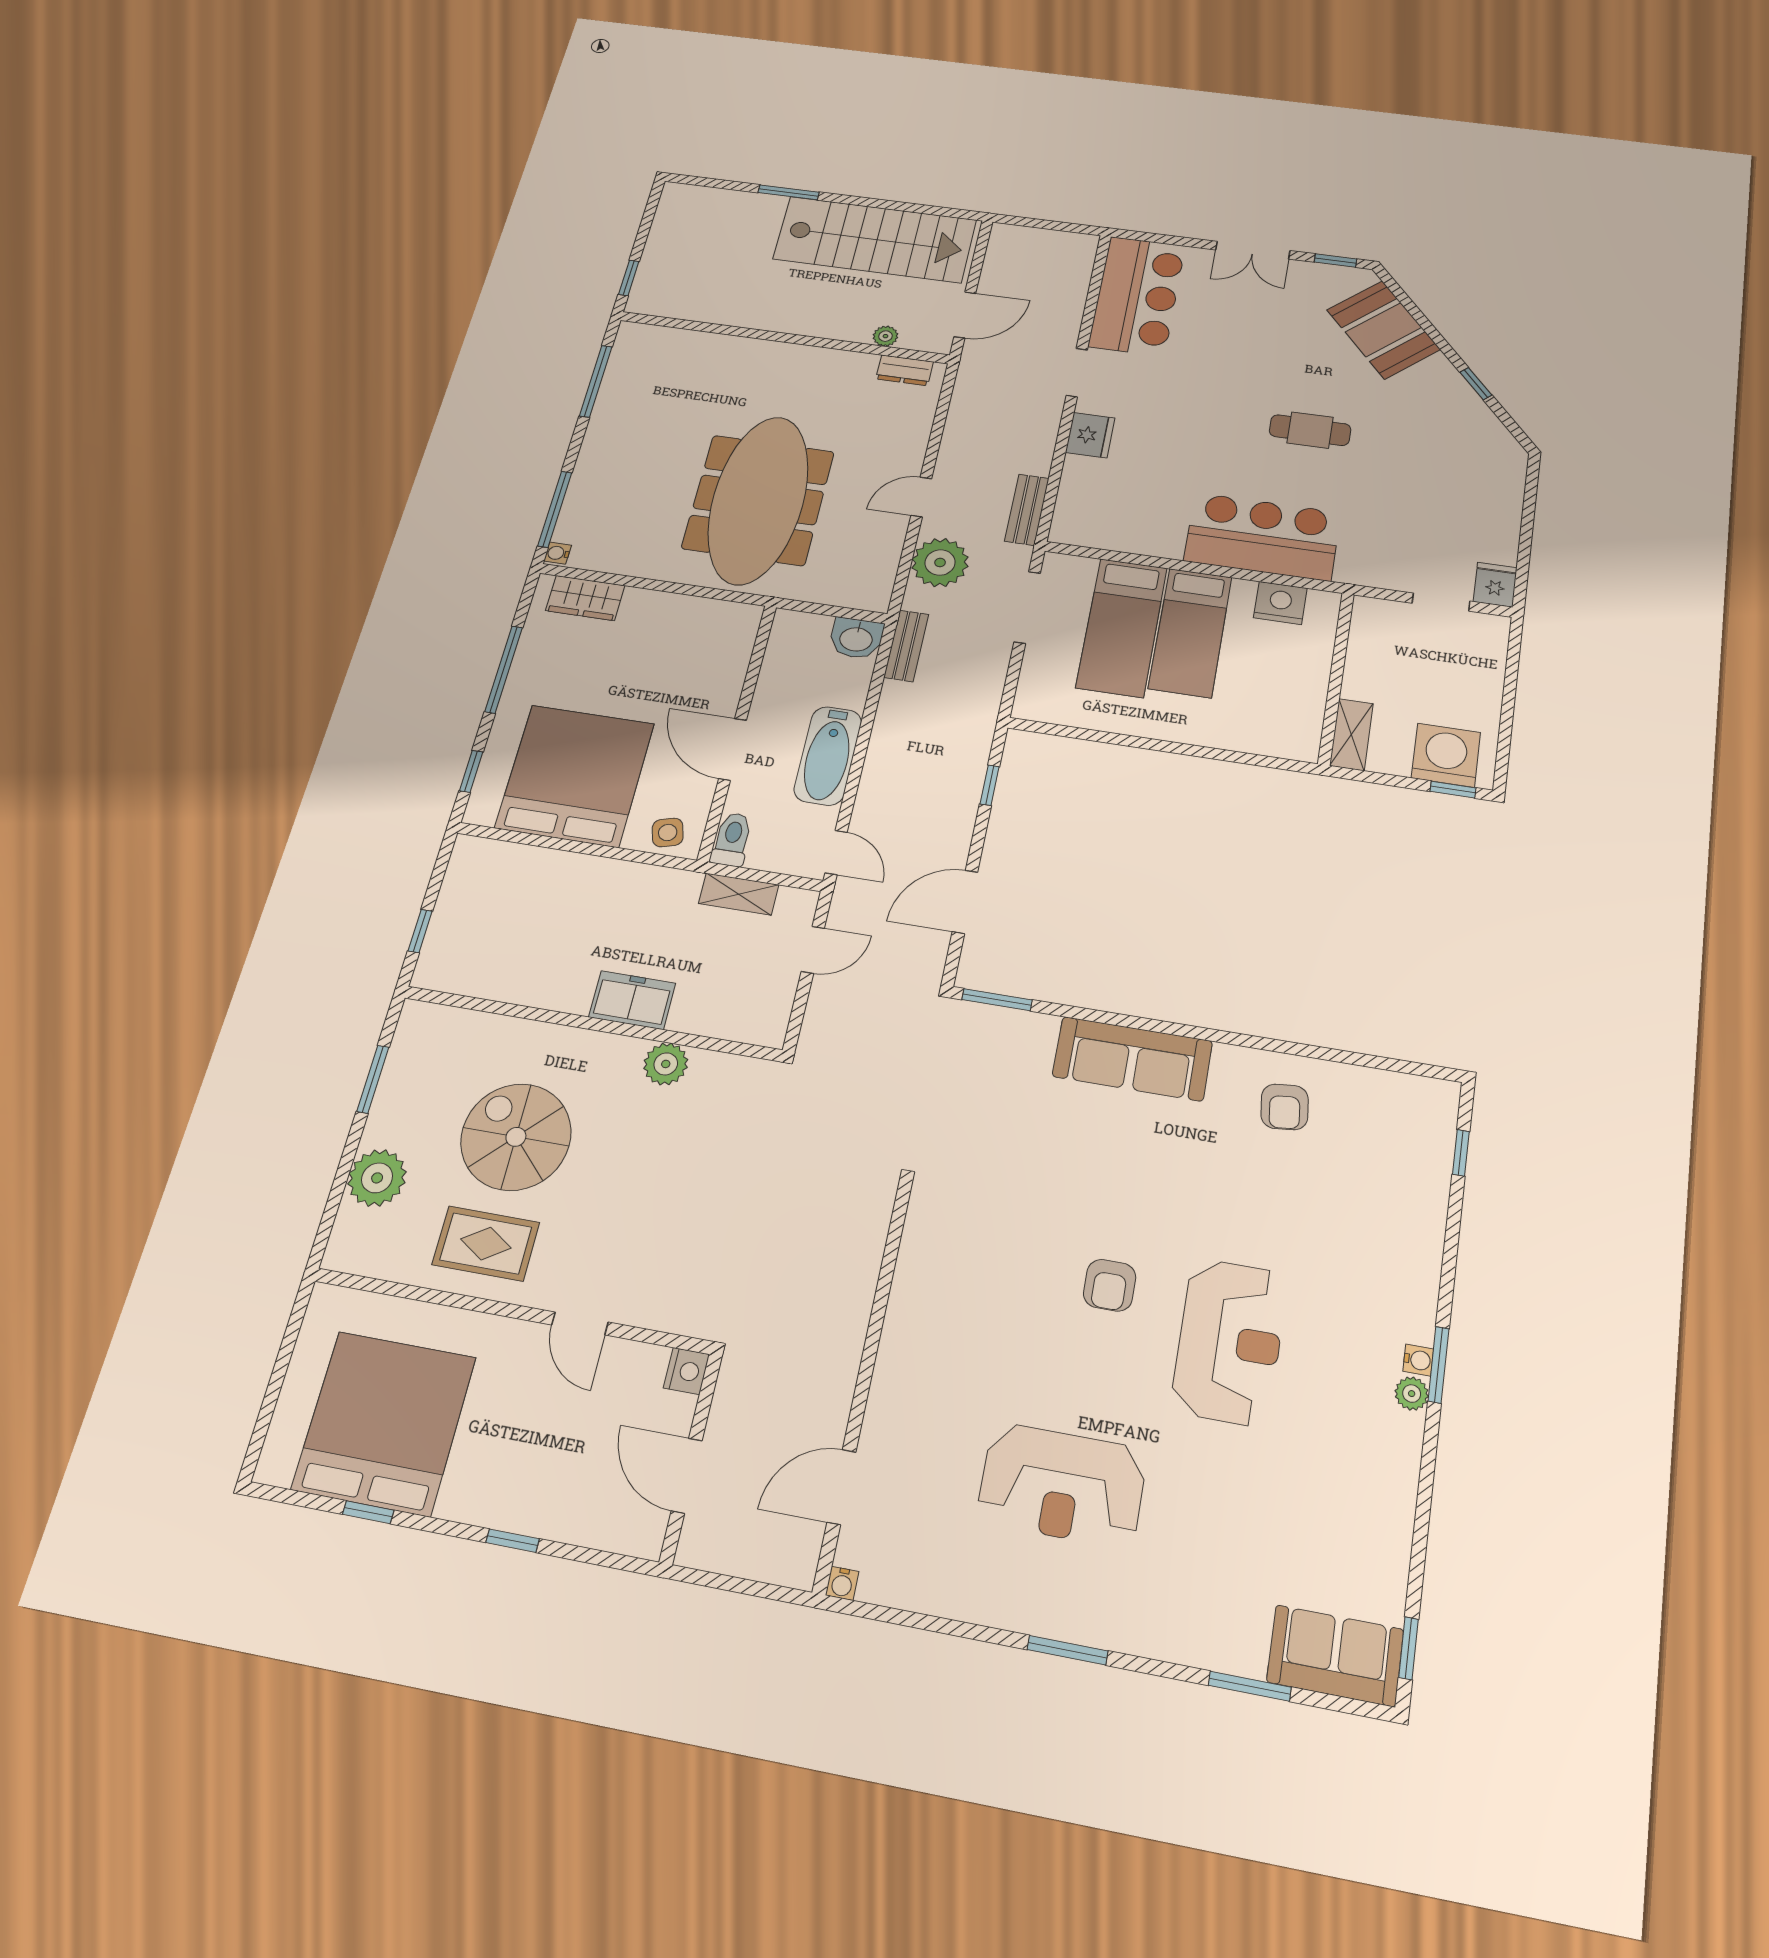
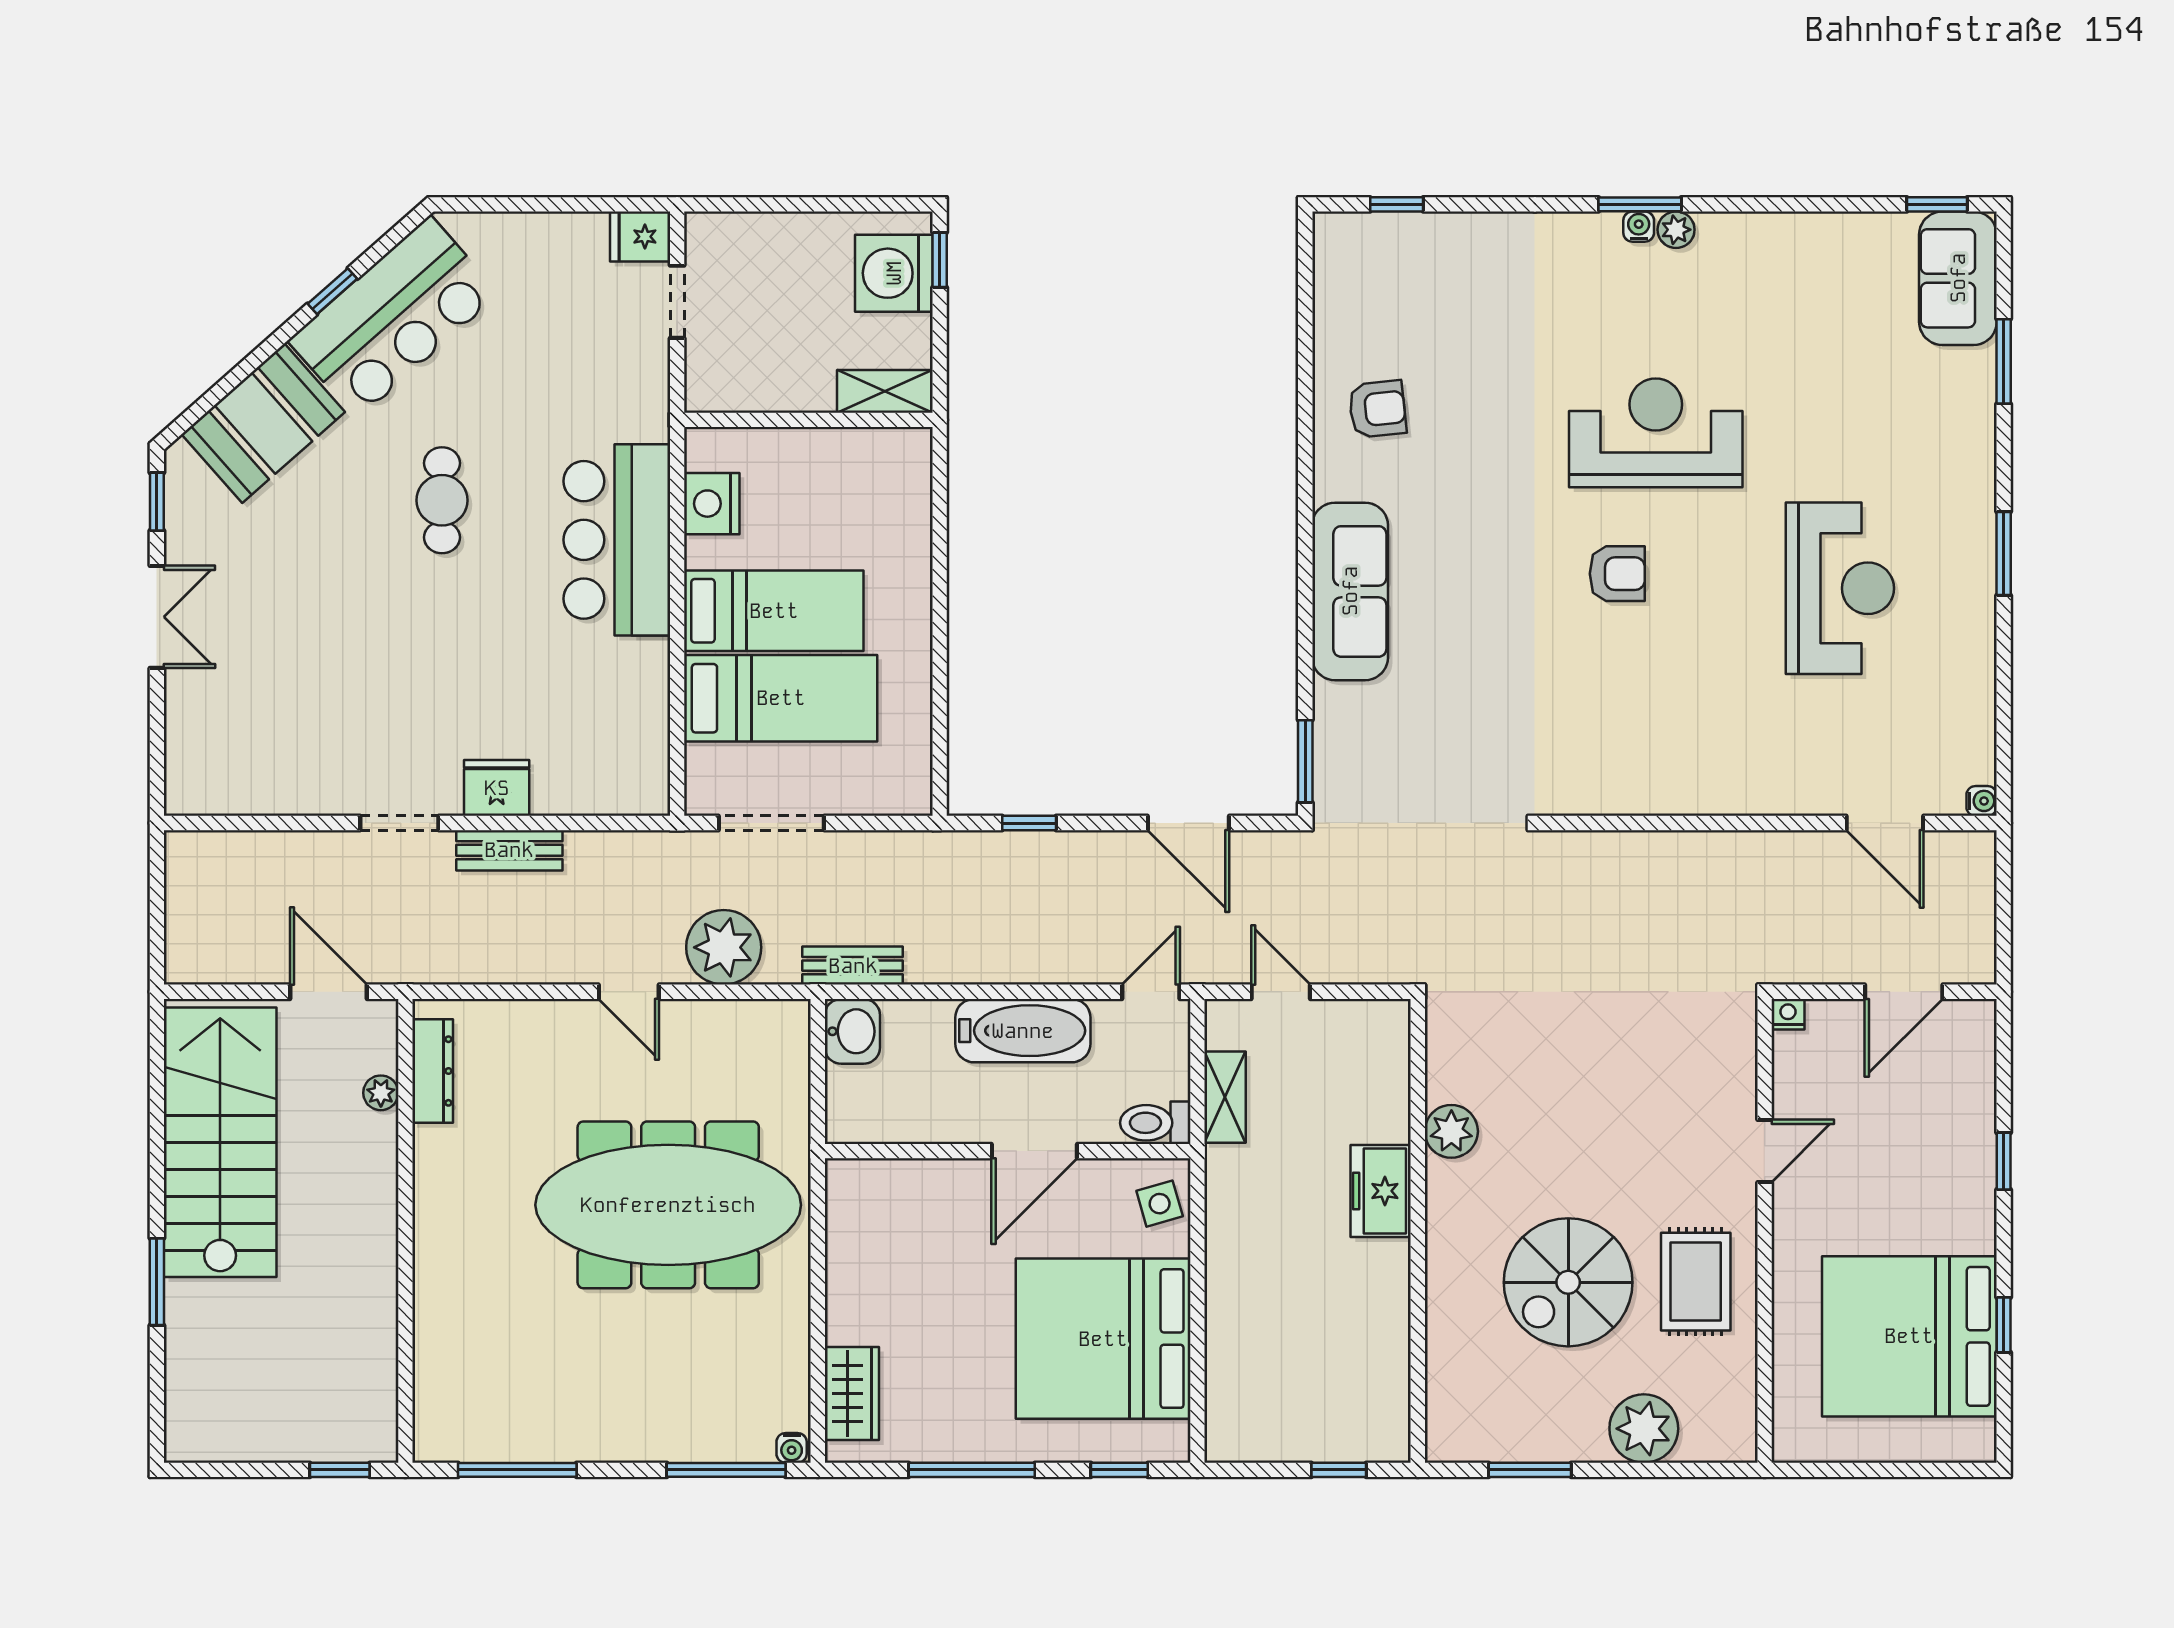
bar counter: (1137, 296) -> (394, 317), moved, turned 139
dresser: (905, 370) -> (433, 1071), width x1.44
bench: (1027, 510) -> (509, 850), moved
nightstand: (686, 1371) -> (1788, 1014), width x0.72, depth x0.74

